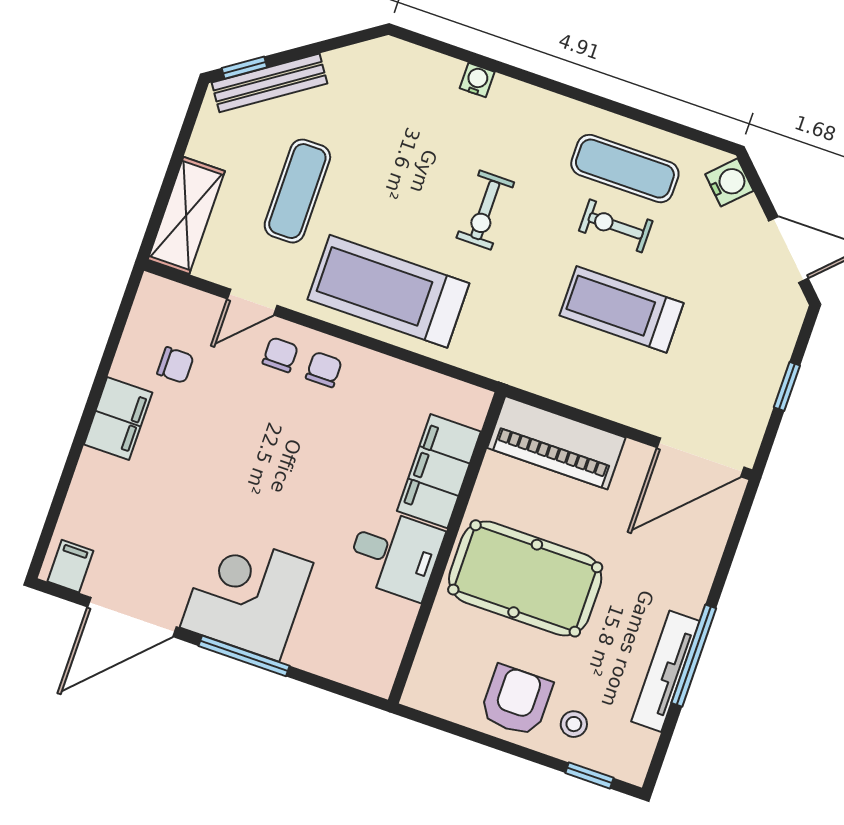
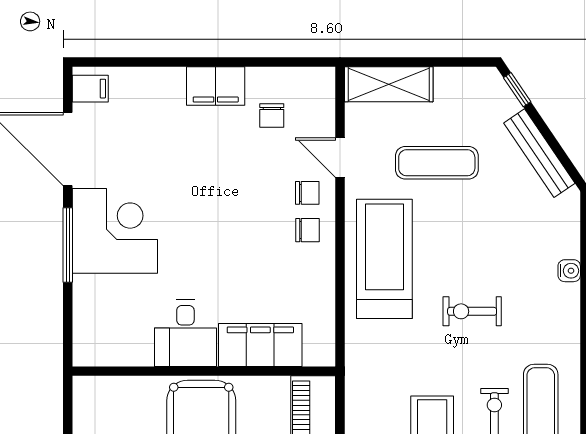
bench: (269, 83) -> (539, 153), moved

